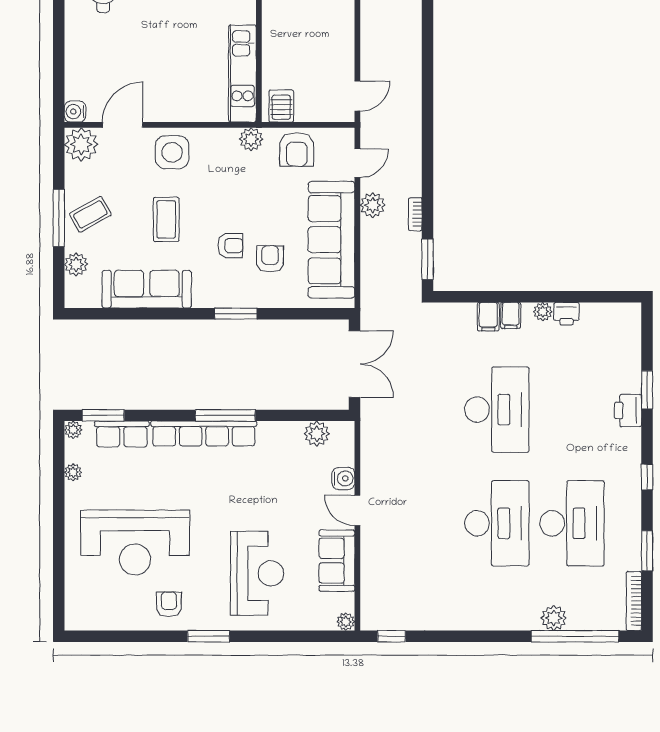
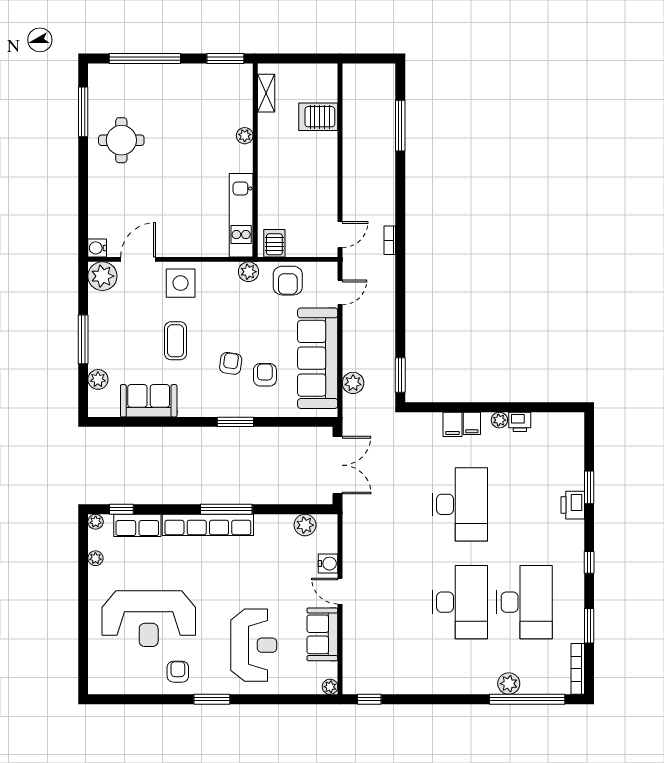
plant: (373, 205) -> (353, 383), moved
coffee table: (90, 214) -> (110, 336), removed
bookcase: (415, 214) -> (390, 240), moved
armchair: (230, 246) -> (231, 363), turned -82
sofa: (147, 289) -> (149, 401), width x0.73
window: (103, 415) -> (121, 509), width x0.67

